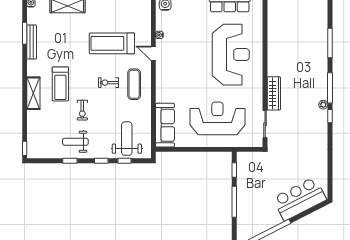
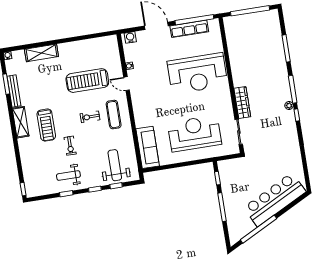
reception desk: (231, 55) -> (197, 73), turned 90
shelving: (33, 93) -> (21, 122), moved
bar counter: (300, 199) -> (275, 200), width x1.36

